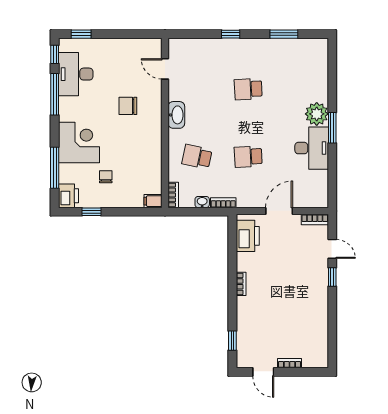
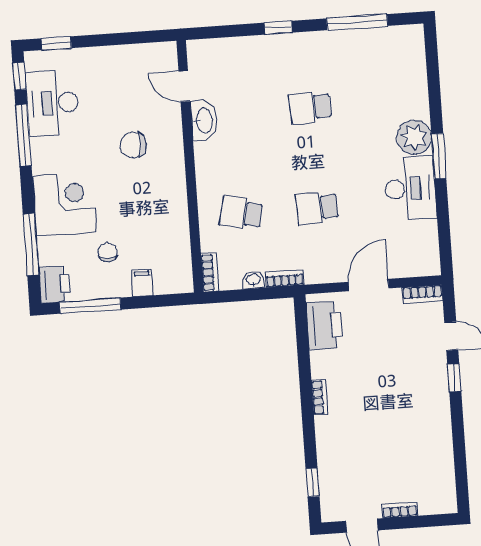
window: (284, 34) -> (357, 22), width x1.44
washbasin: (176, 115) -> (204, 120), moved
filing cabinet: (153, 201) -> (142, 283), moved, turned 90
window: (91, 212) -> (90, 306), width x2.17

